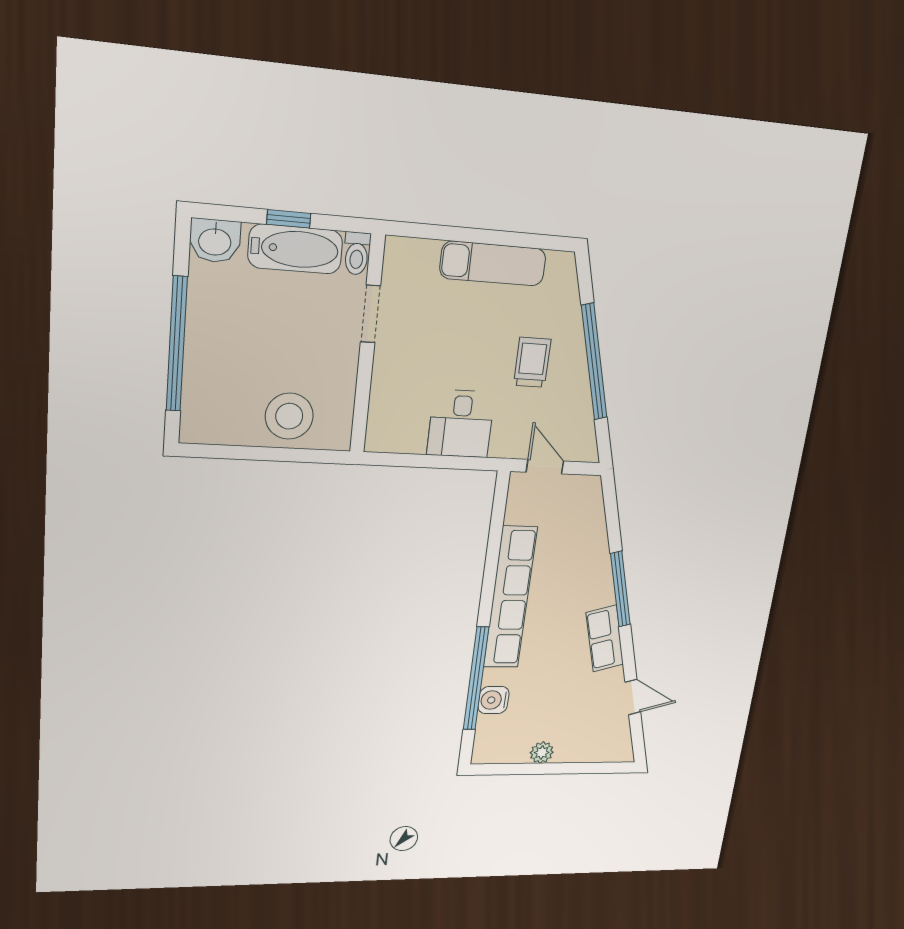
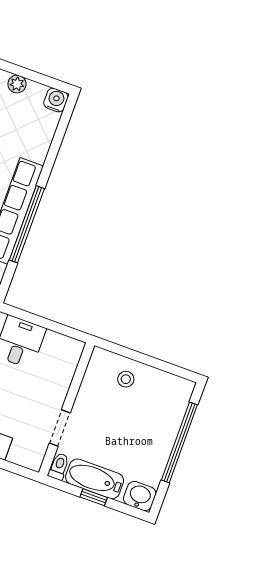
stool: (289, 416) -> (126, 379), width x0.53, depth x0.53
window: (476, 679) -> (27, 224), moved
water cooler: (494, 700) -> (56, 100), moved, turned -90

